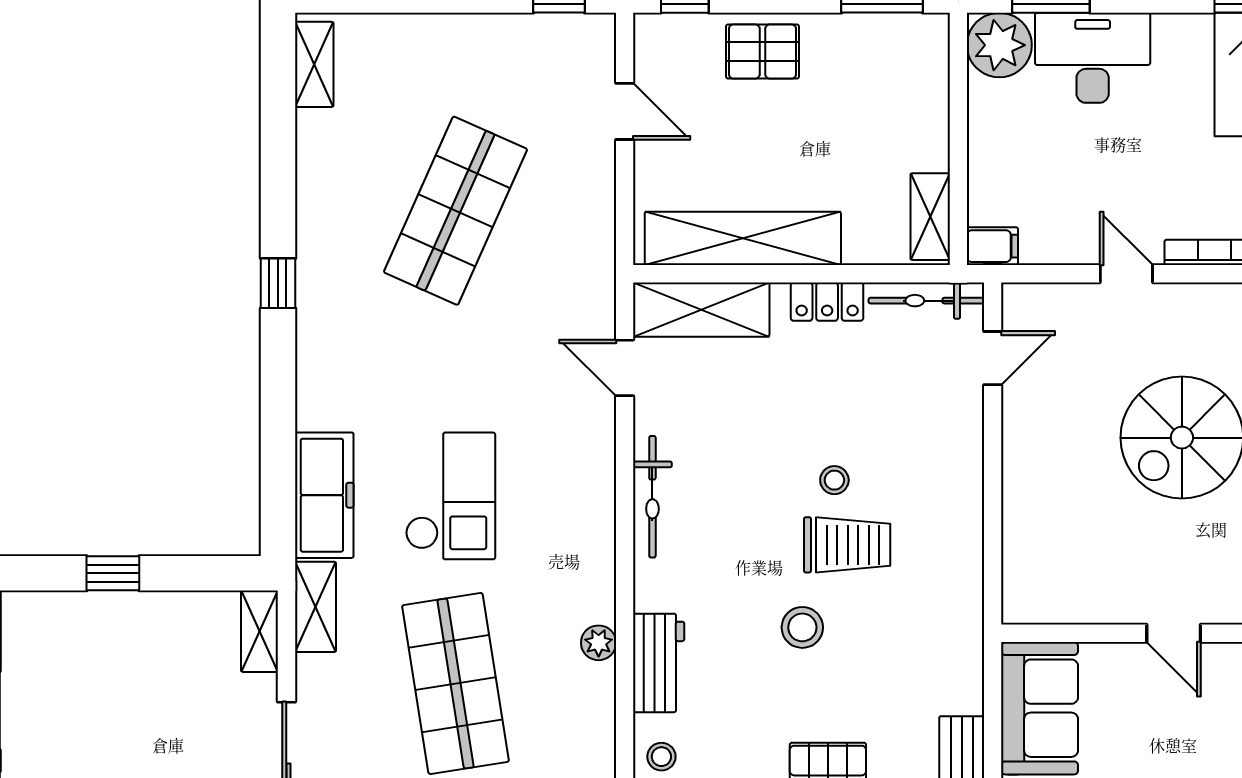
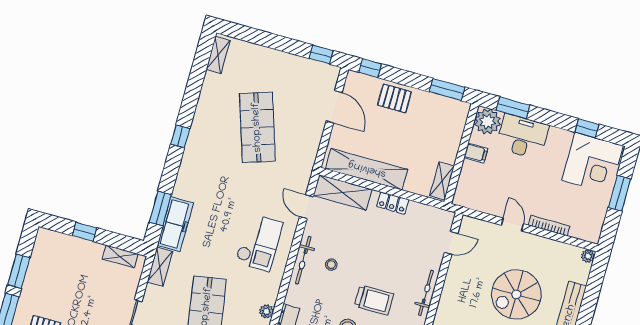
door: (625, 111) -> (334, 107), width x1.38
shop shelf: (456, 211) -> (257, 127), turned -42
filing cabinet: (992, 246) -> (476, 153), moved
bicycle: (926, 301) -> (426, 293), moved, turned 90
window: (278, 468) -> (160, 208), added
stool: (834, 480) -> (331, 265), moved
checkout: (450, 496) -> (259, 242), moved
shelving: (260, 631) -> (120, 257), moved, turned 90

